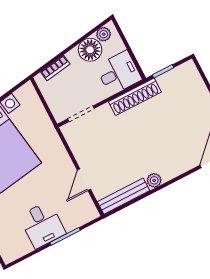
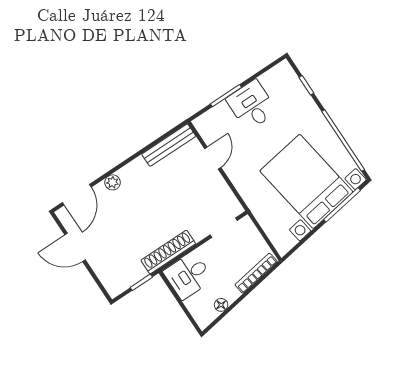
plant: (104, 34) -> (209, 315), removed
floor lamp: (90, 50) -> (221, 305), width x0.53, depth x0.53
bookcase: (55, 68) -> (256, 273), width x1.56
plant: (154, 180) -> (113, 182), moved

